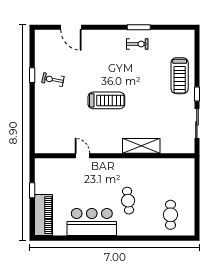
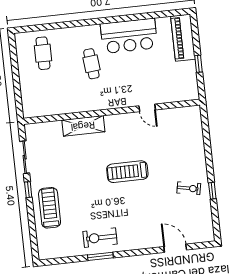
exercise bike: (137, 44) -> (100, 238), width x1.38, depth x1.39

